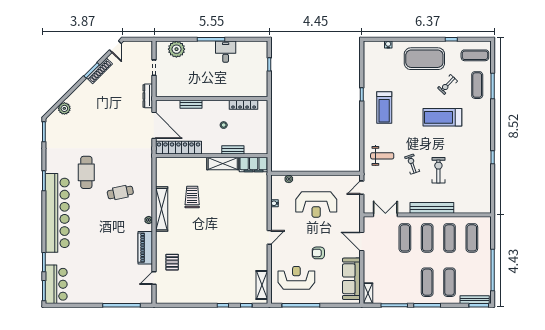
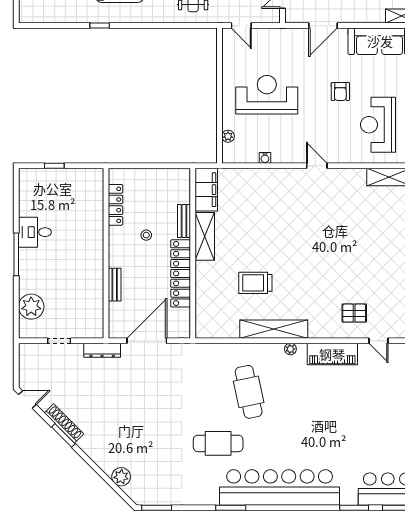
locker: (178, 148) -> (181, 273), moved
cafe table: (120, 192) -> (249, 392), width x1.37, depth x1.35
reception desk: (316, 204) -> (267, 95), turned -90

